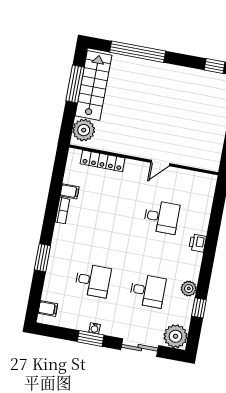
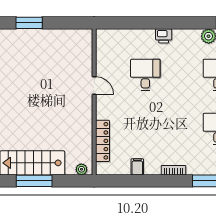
plant: (84, 130) -> (81, 169), width x0.53, depth x0.53
bookcase: (62, 211) -> (173, 170), moved

